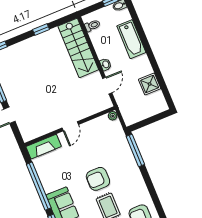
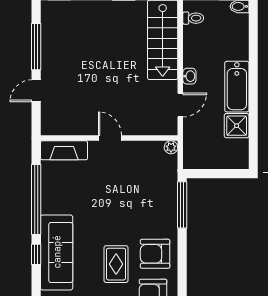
bathtub: (131, 39) -> (237, 87), moved
door: (70, 126) -> (110, 138), swing flipped
armchair: (98, 179) -> (155, 254), moved

